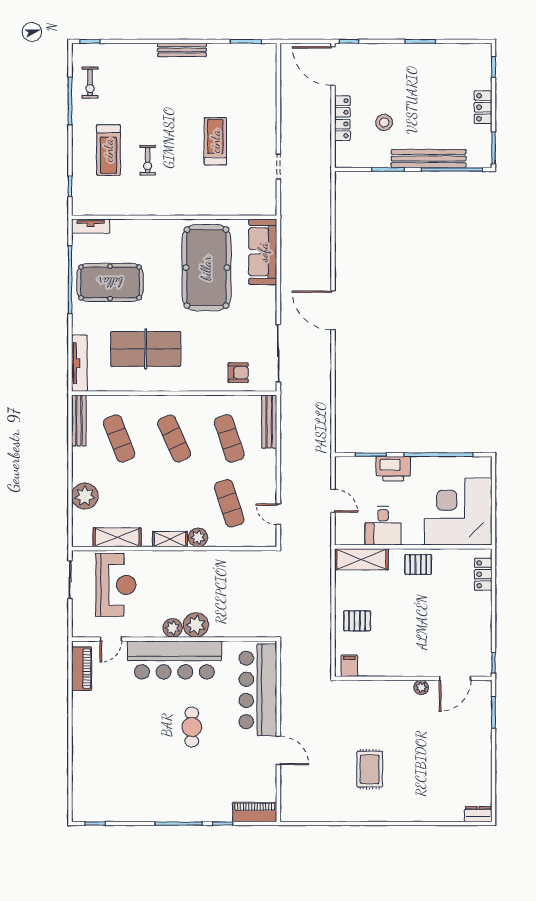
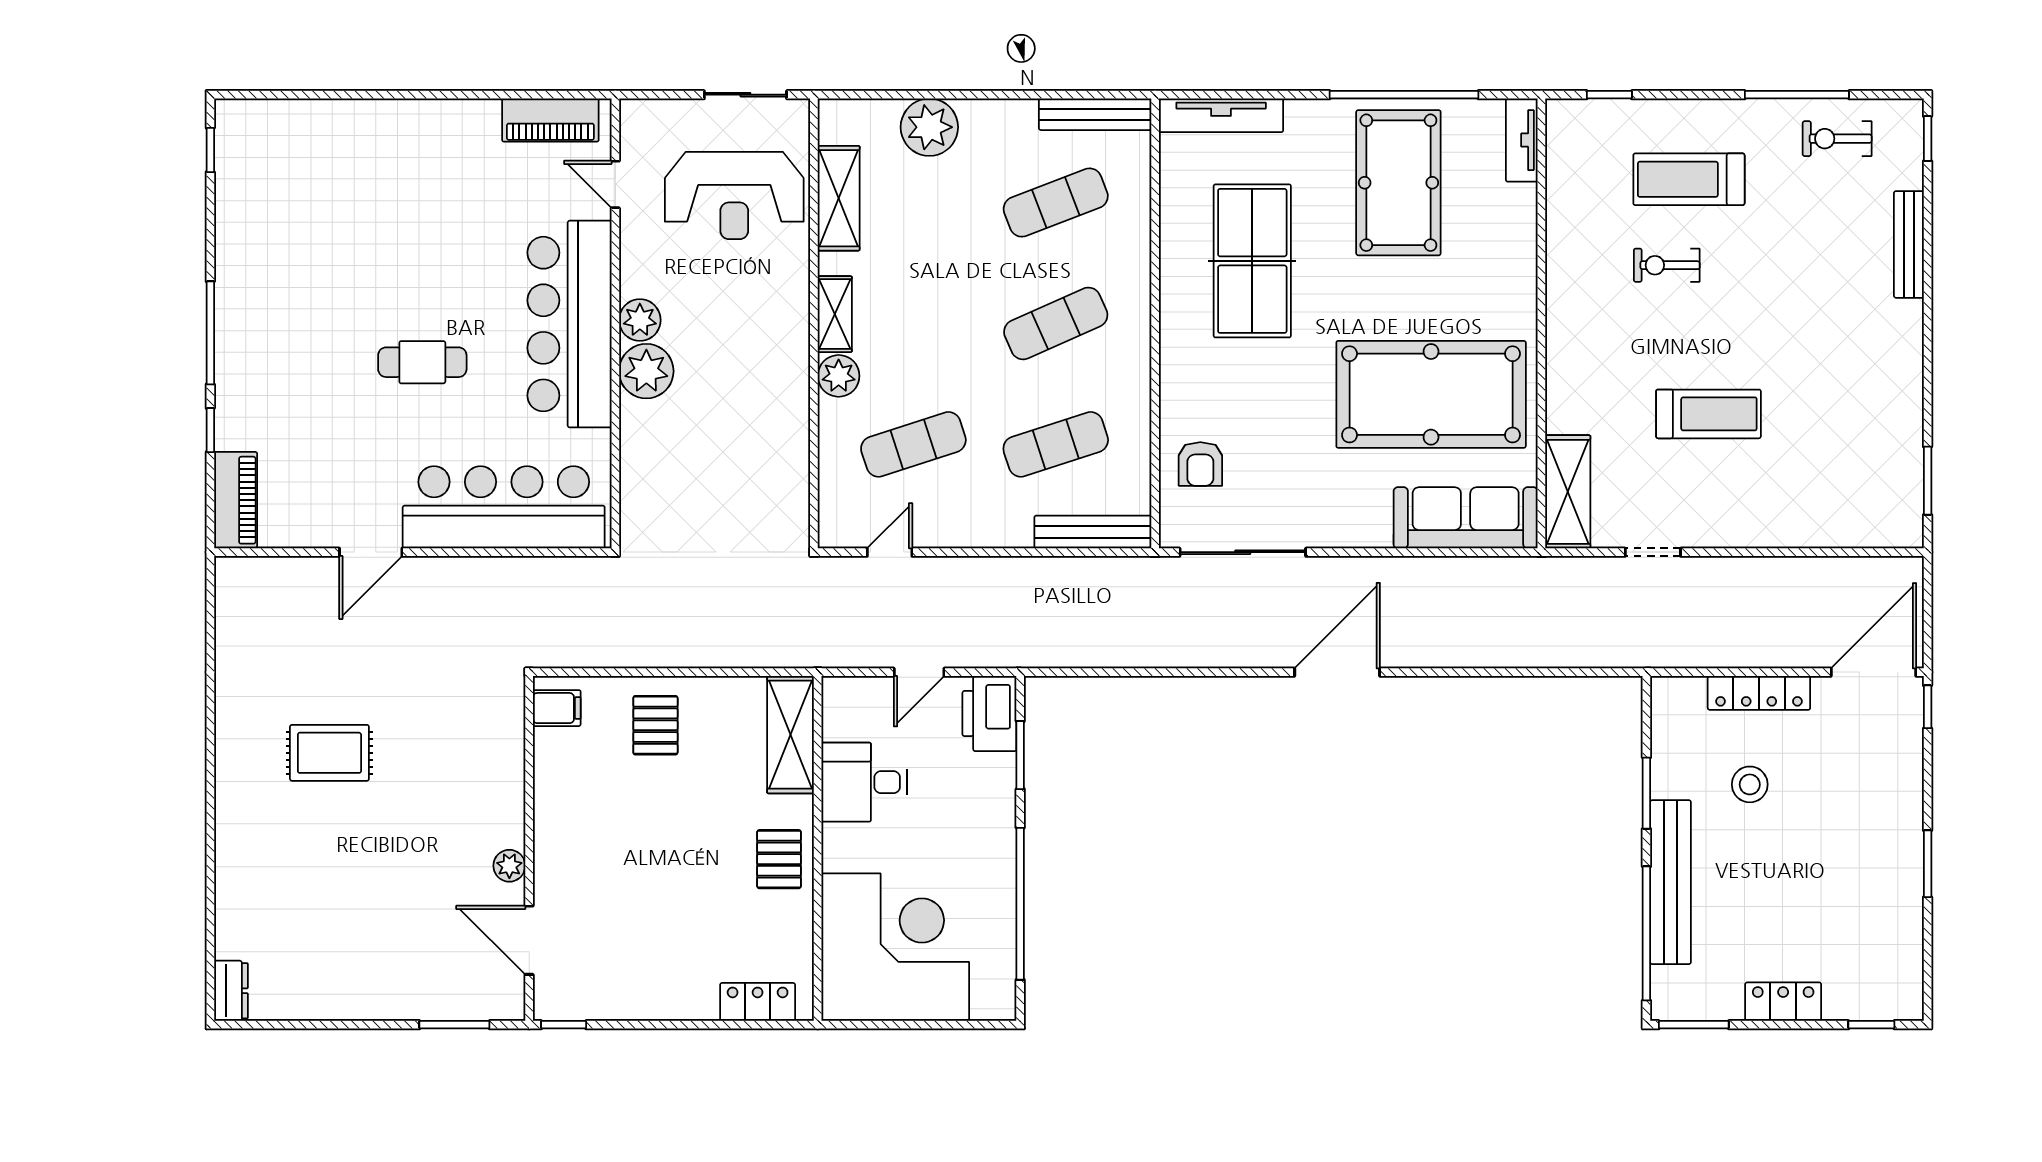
bench: (182, 50) -> (1909, 244), moved
shelving: (251, 205) -> (1568, 492), added
printer: (393, 469) -> (989, 714), moved

